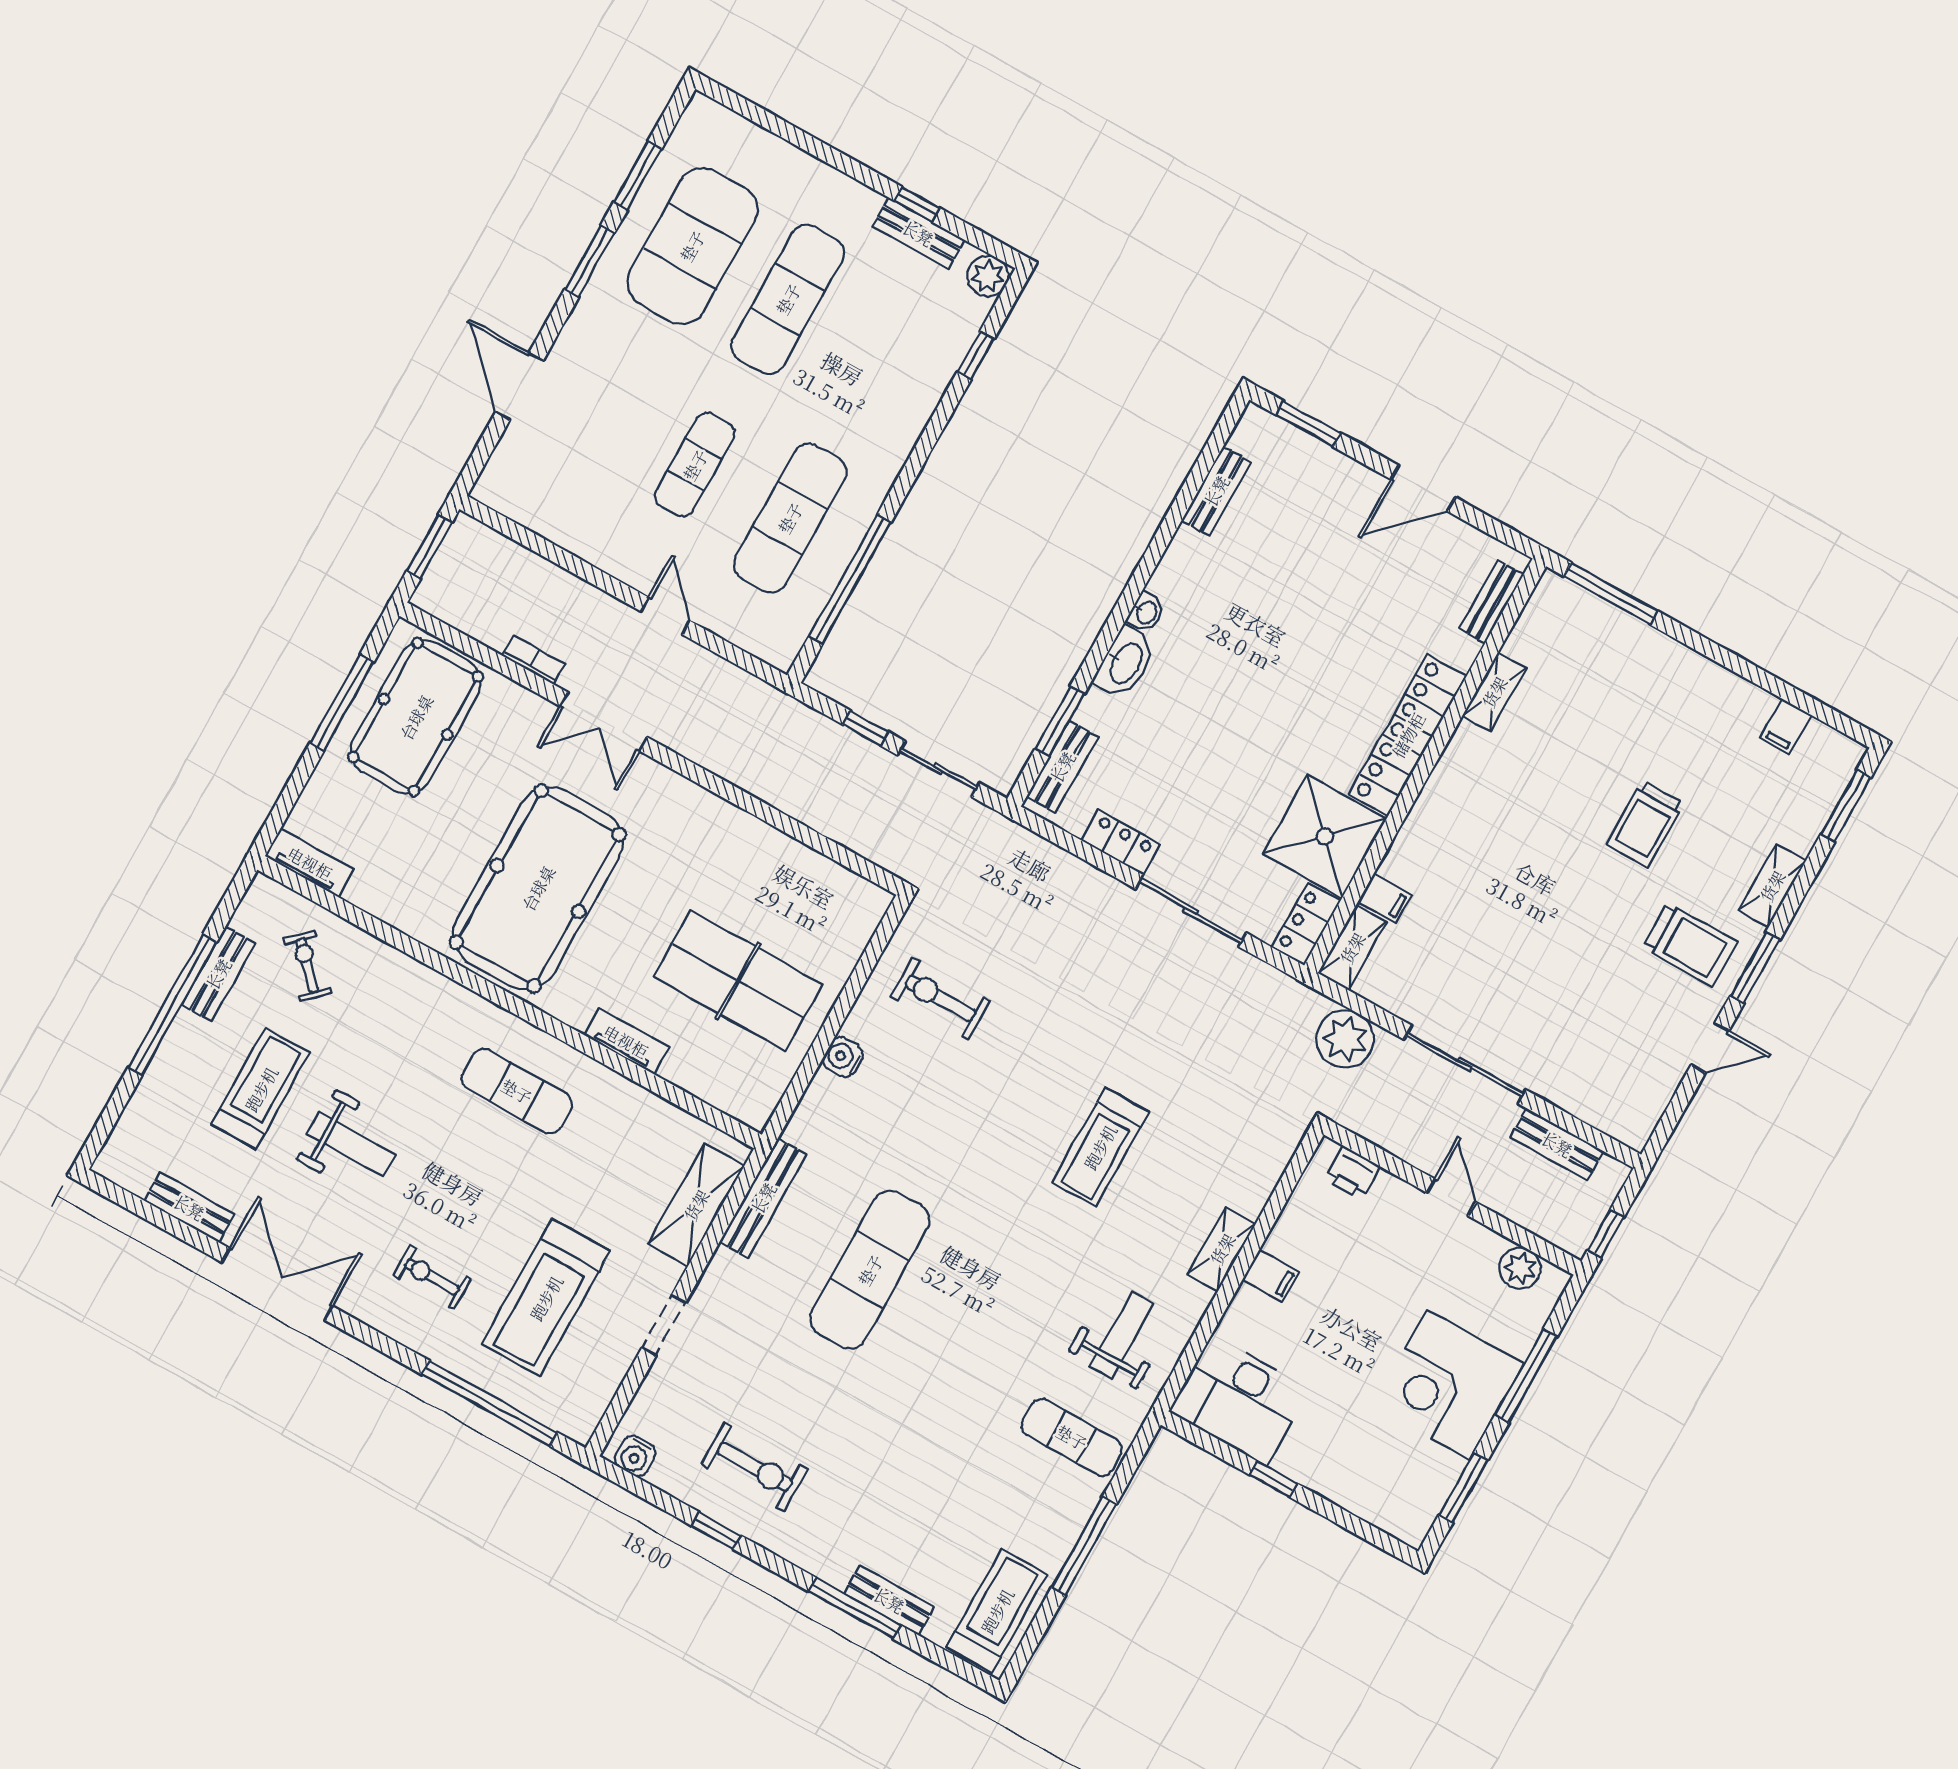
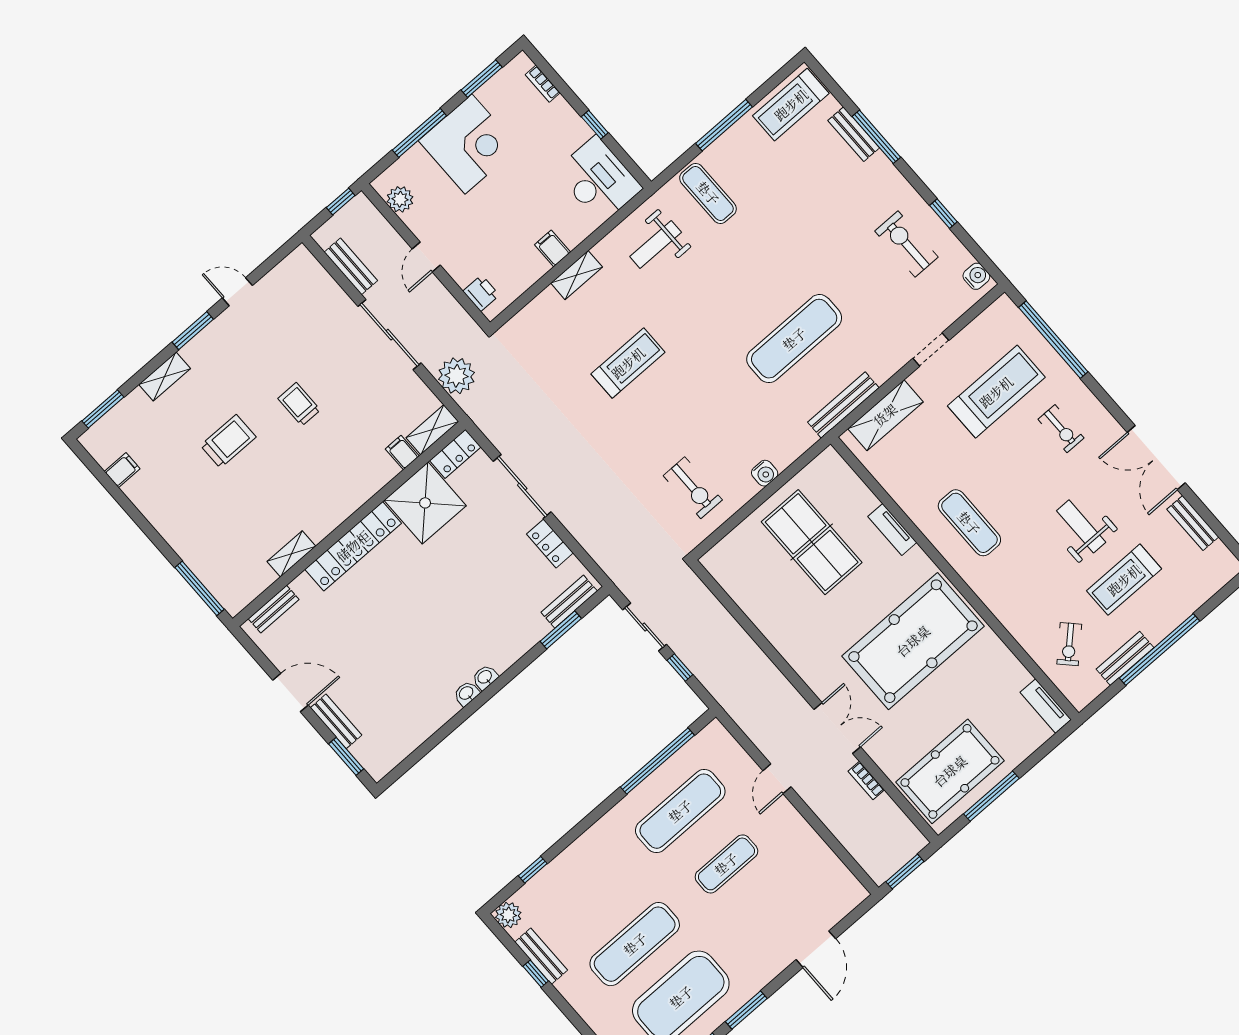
bench: (1216, 491) -> (336, 721), moved, turned 90
washbasin: (1125, 663) -> (466, 693), moved, width x0.52, depth x0.69
trolley: (1690, 945) -> (299, 404), moved, width x0.73, depth x0.72
bookcase: (1371, 1512) -> (543, 84), added

